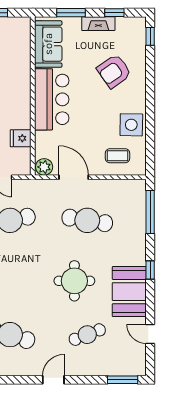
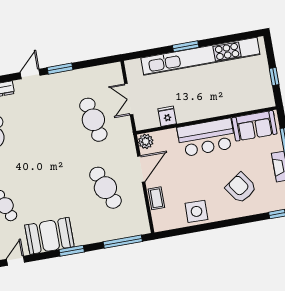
coffee table: (118, 156) -> (156, 198), moved
cafe table: (87, 220) -> (105, 188), turned -30
window: (150, 270) -> (72, 251), width x1.50
round table: (74, 281) -> (50, 186), removed

